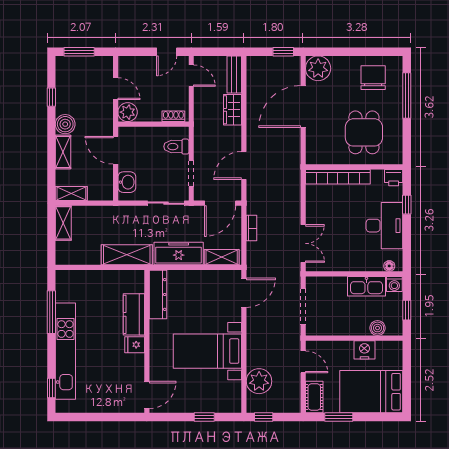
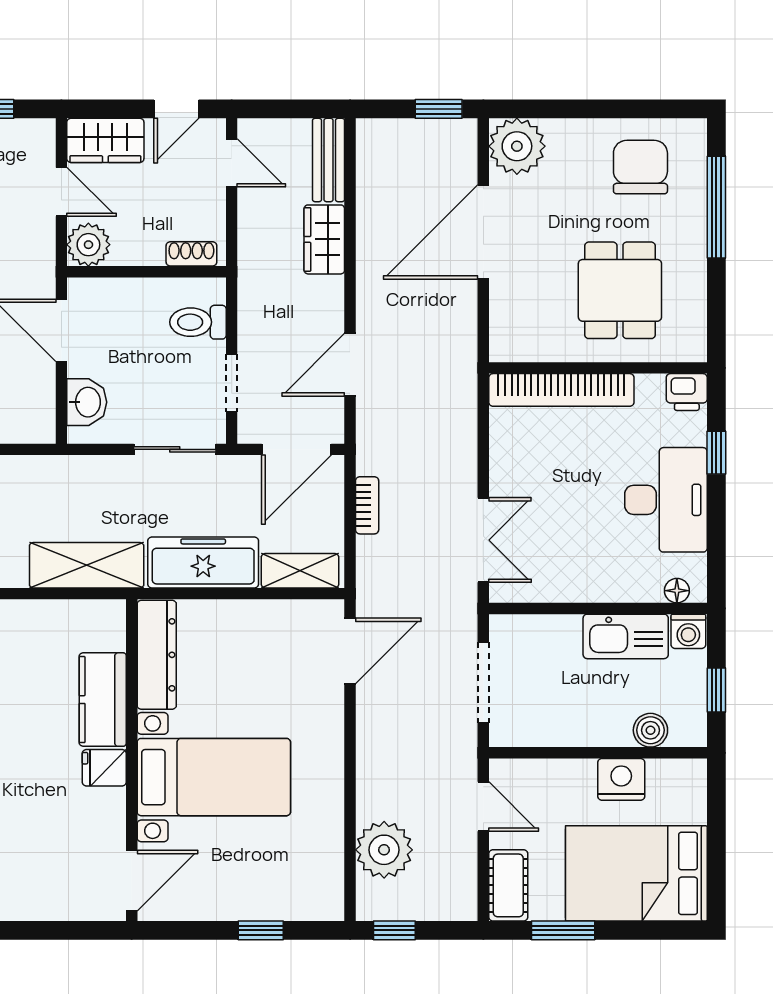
wardrobe: (135, 66) -> (105, 140), added
bed with nightstands: (207, 351) -> (214, 777), moved, turned 180

